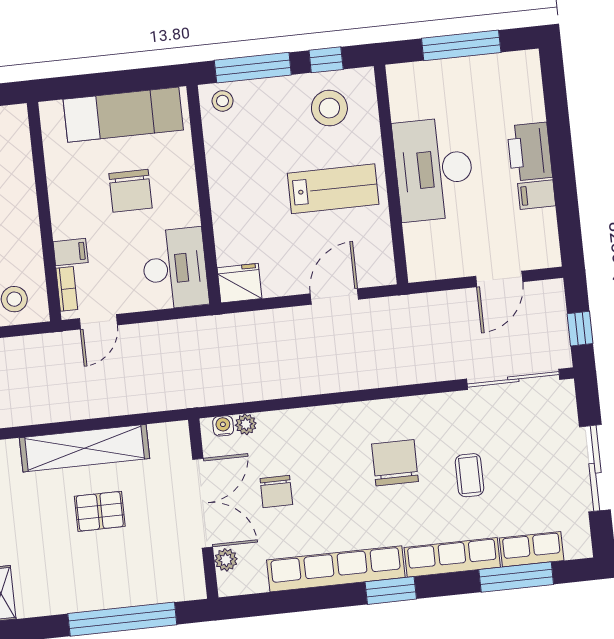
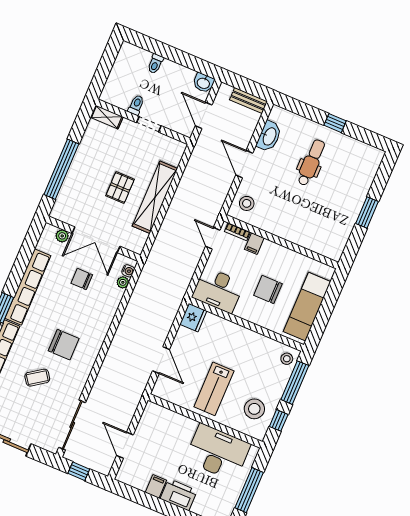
desk: (434, 169) -> (218, 452), moved
coffee table: (470, 475) -> (37, 378), turned -35

